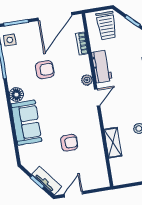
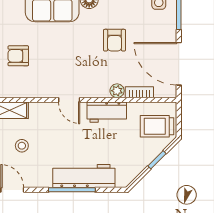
plant: (87, 80) -> (117, 91), moved
armchair: (69, 143) -> (18, 56), turned 90

